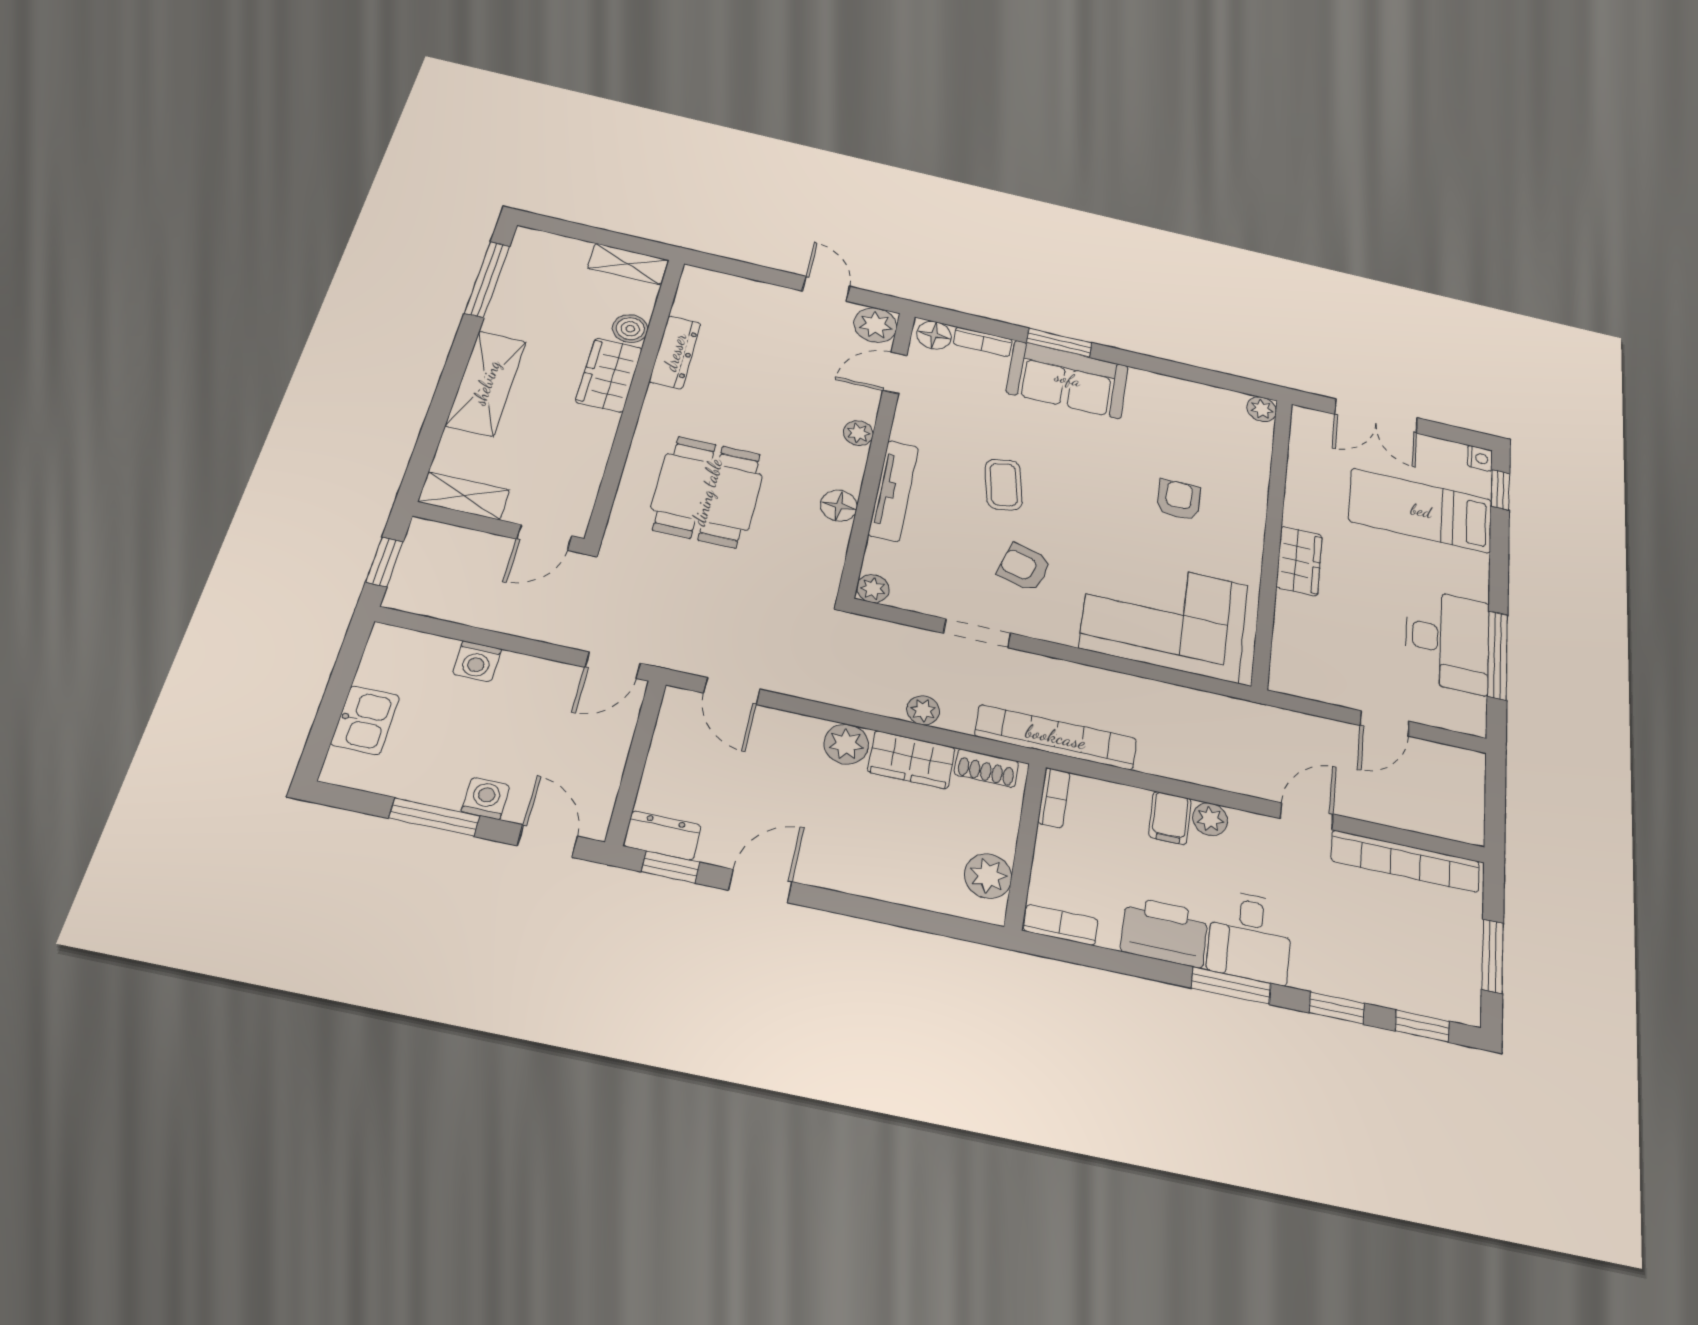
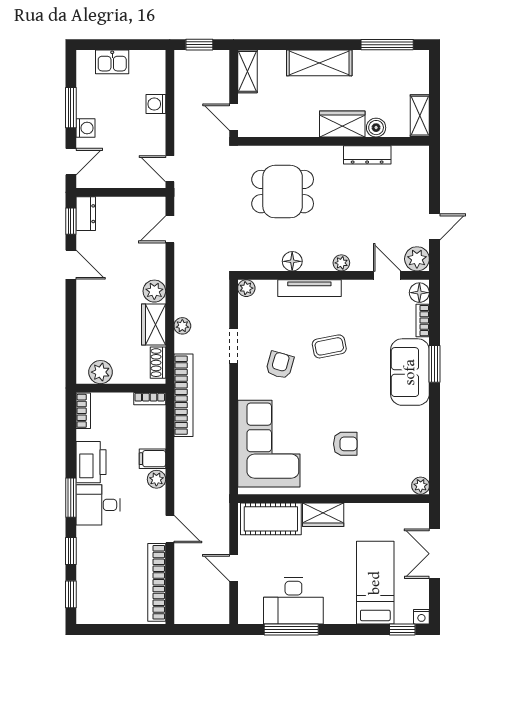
cot: (1300, 643) -> (271, 519), added
window: (1493, 956) -> (115, 629), removed

